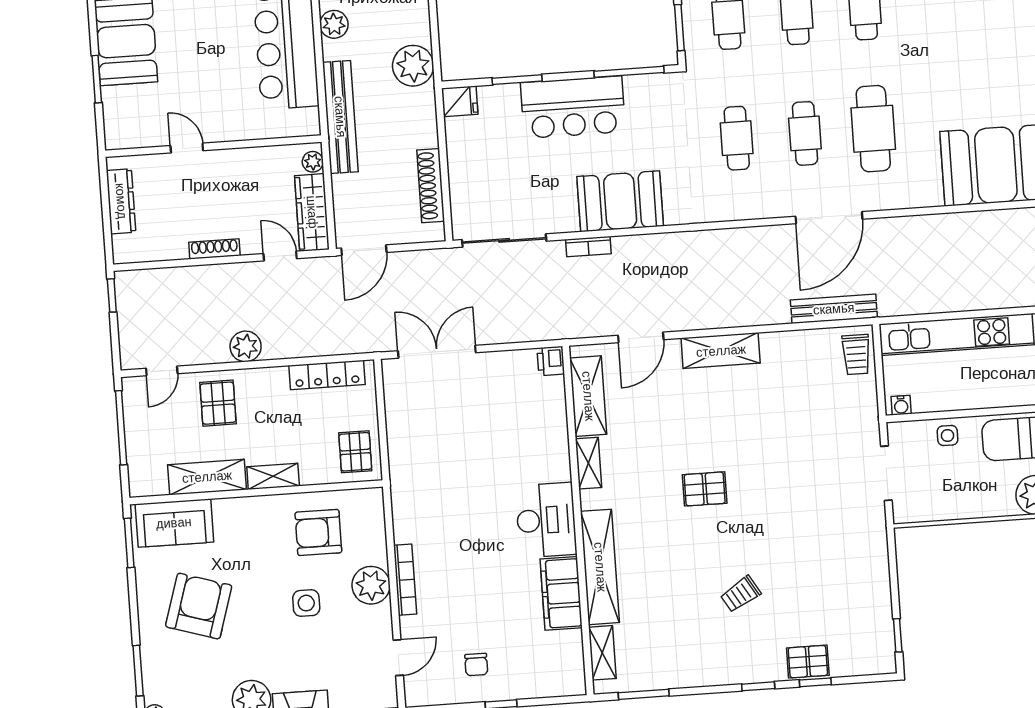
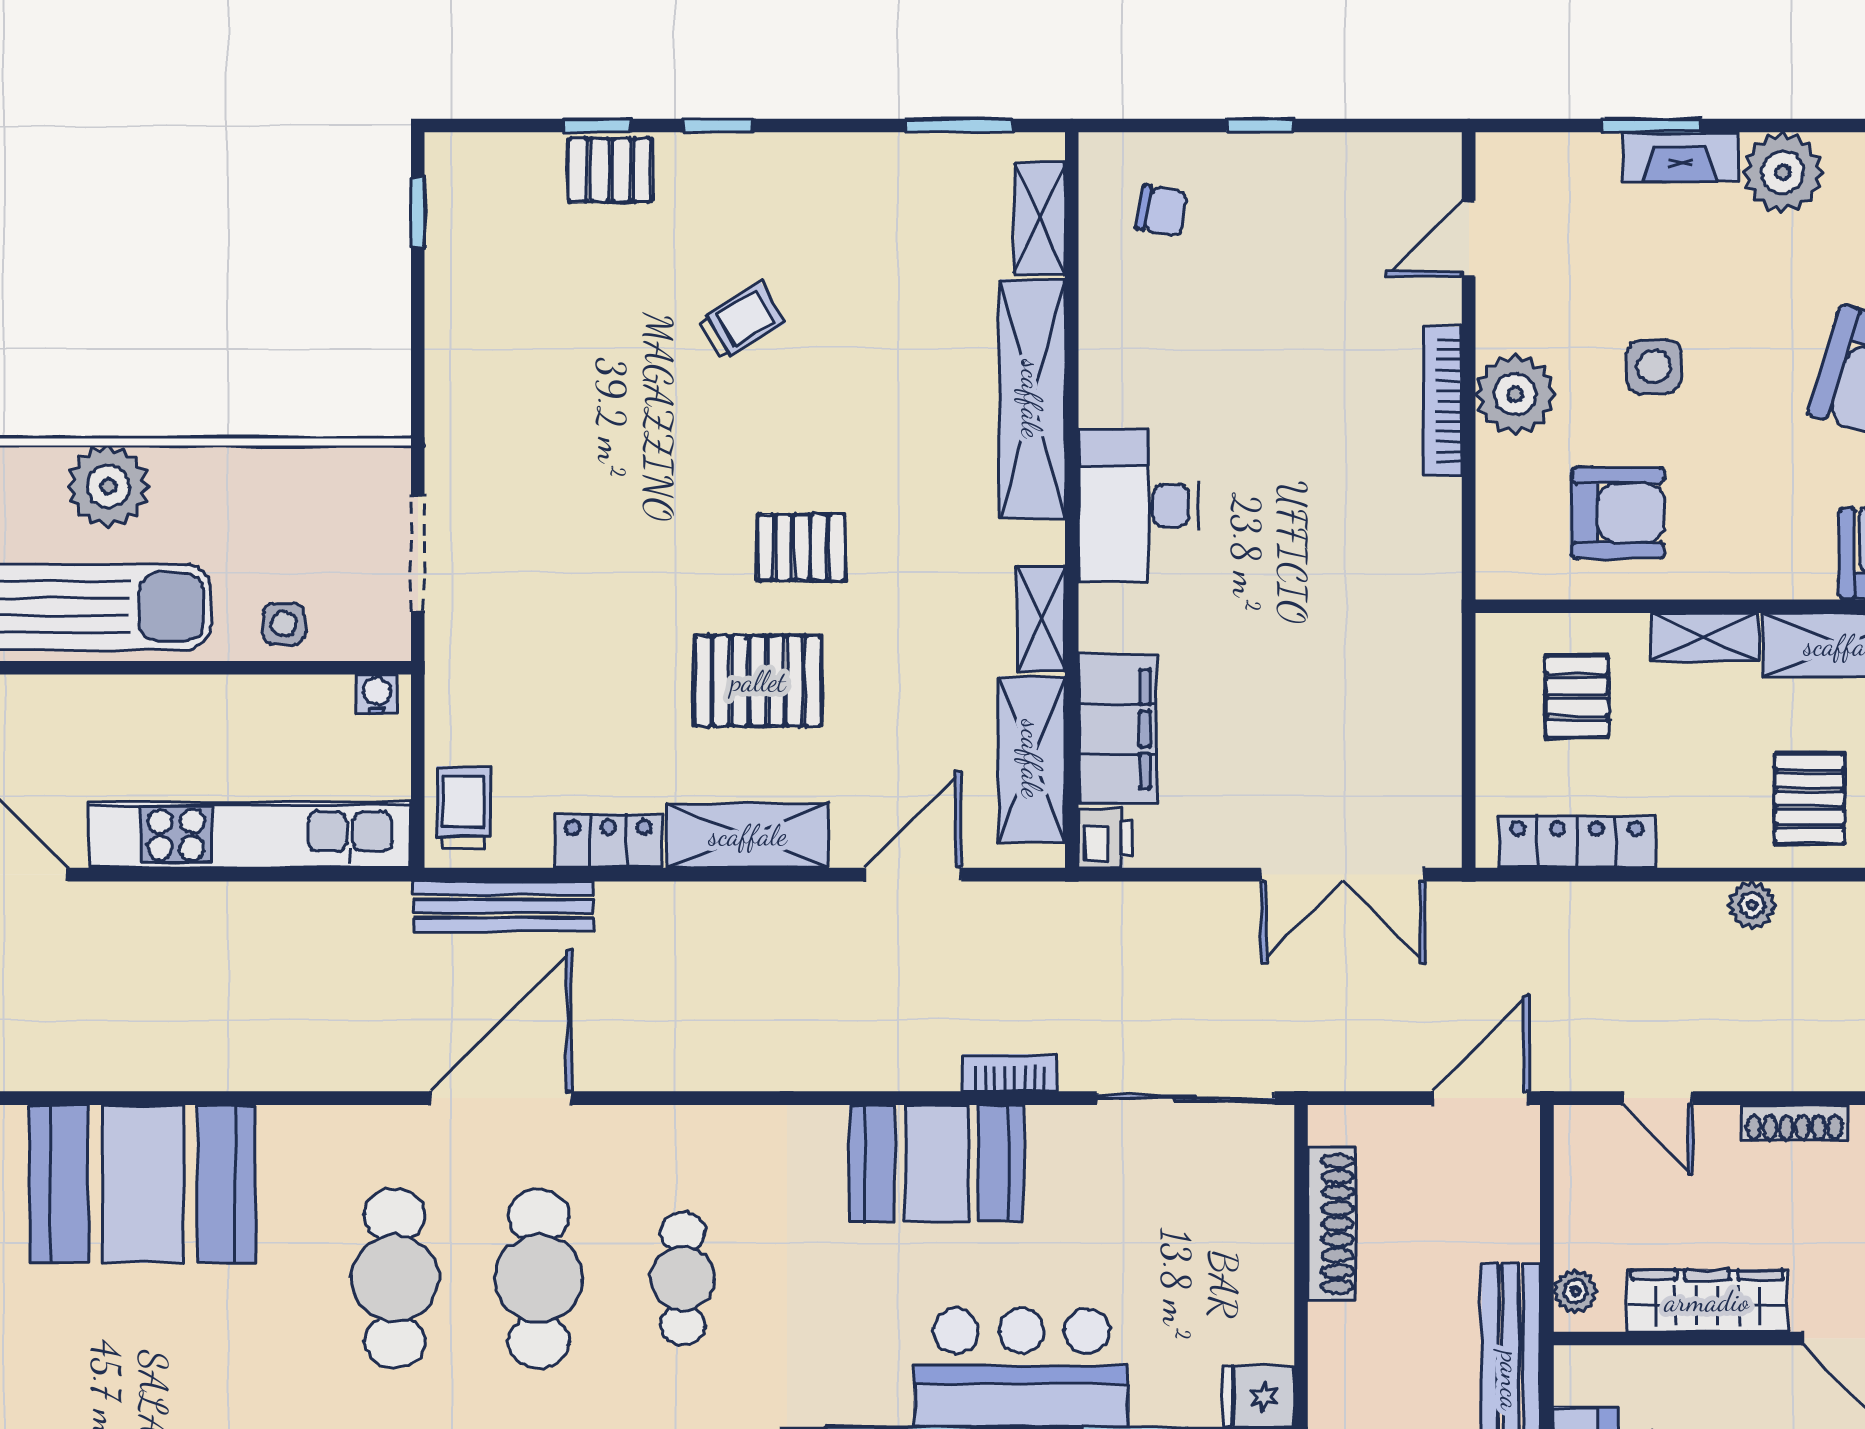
cafe table: (805, 133) -> (539, 1278), width x1.37, depth x1.35
wardrobe: (312, 212) -> (1707, 1301), moved, turned -90
locker: (786, 343) -> (608, 841), added
plant: (246, 346) -> (1752, 905), width x0.73, depth x0.73
pallet: (721, 424) -> (758, 681), added
pallet: (355, 452) -> (1577, 697), moved
filing cabinet: (561, 593) -> (1118, 729), moved
chair: (476, 665) -> (1162, 211), moved, turned 101

